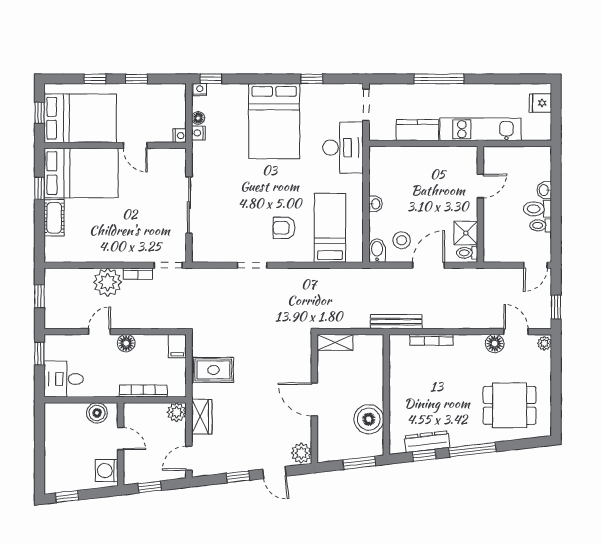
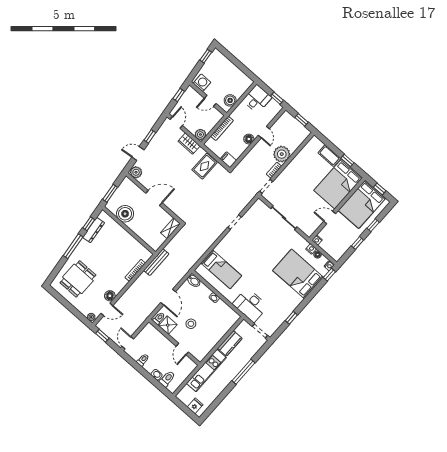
bed: (274, 121) -> (298, 274), moved
toilet: (537, 209) -> (167, 379), moved
armchair: (284, 228) -> (238, 250), removed
stool: (402, 240) -> (191, 324), moved

